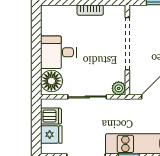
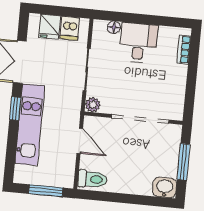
bookcase: (90, 10) -> (184, 50), moved
floor lamp: (51, 81) -> (114, 27), width x0.53, depth x0.53

